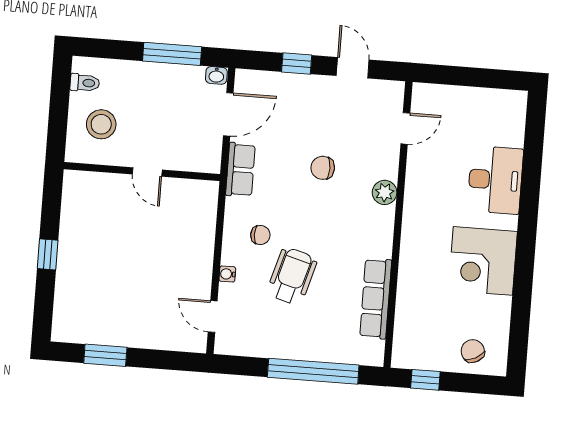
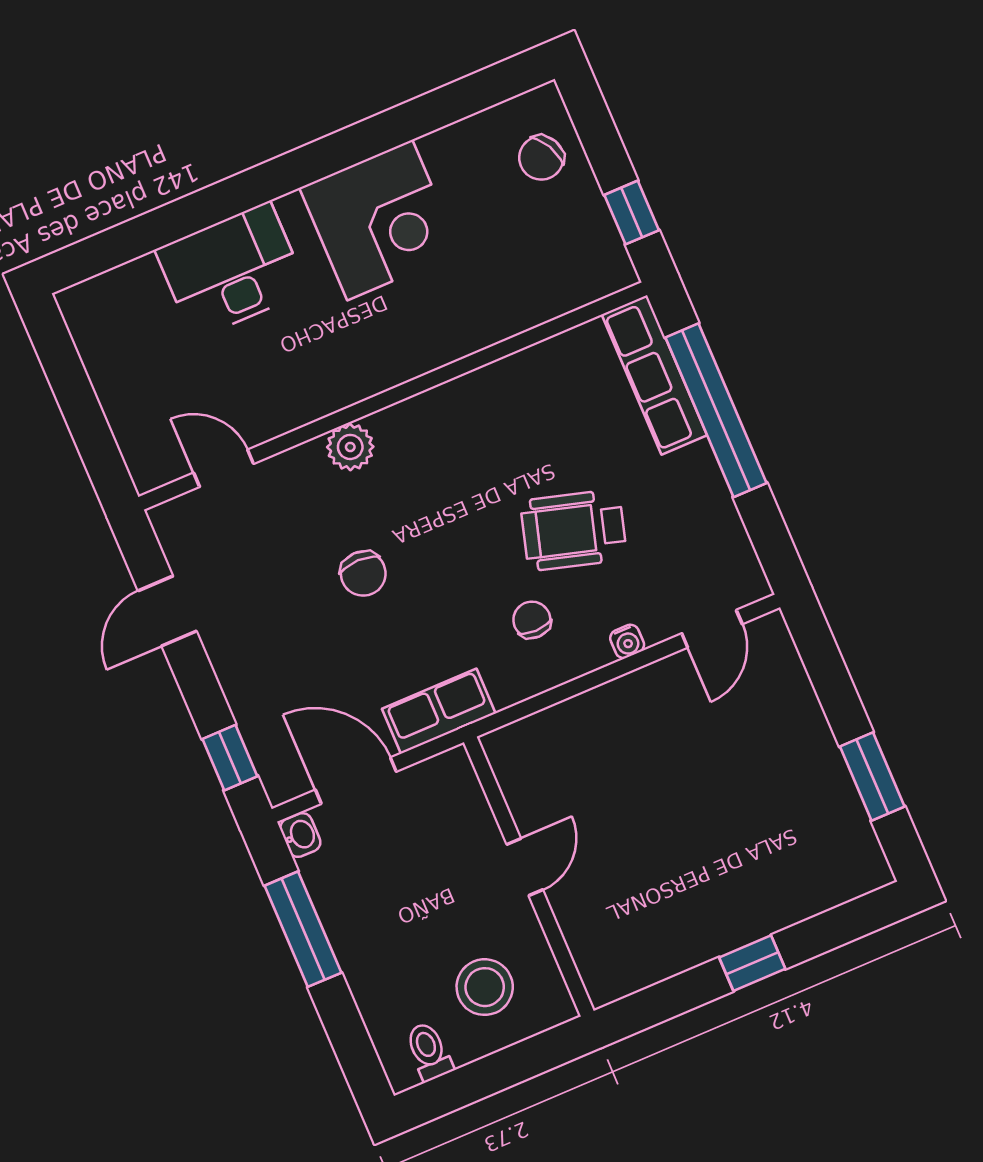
window: (297, 63) -> (230, 758), moved
row of seats: (376, 299) -> (654, 375), moved, turned 90

